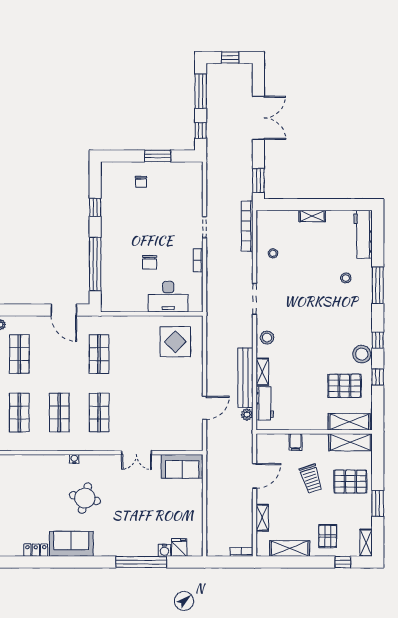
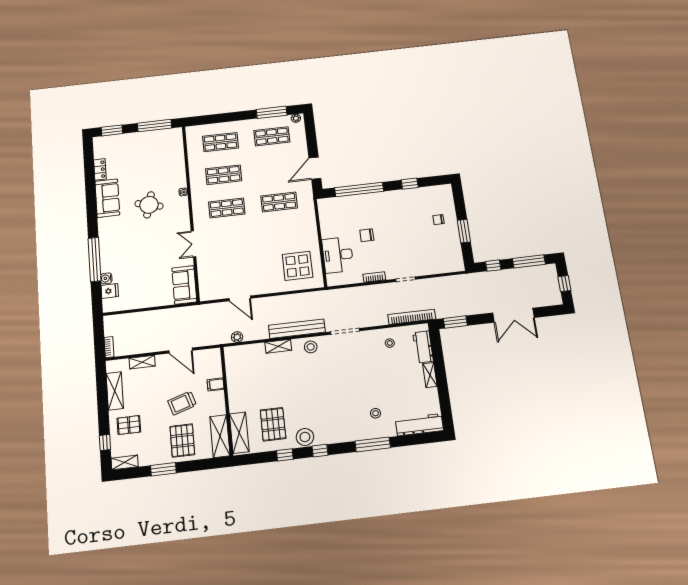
bench: (245, 378) -> (297, 329), moved
workbench: (265, 403) -> (423, 347), moved, turned 90

